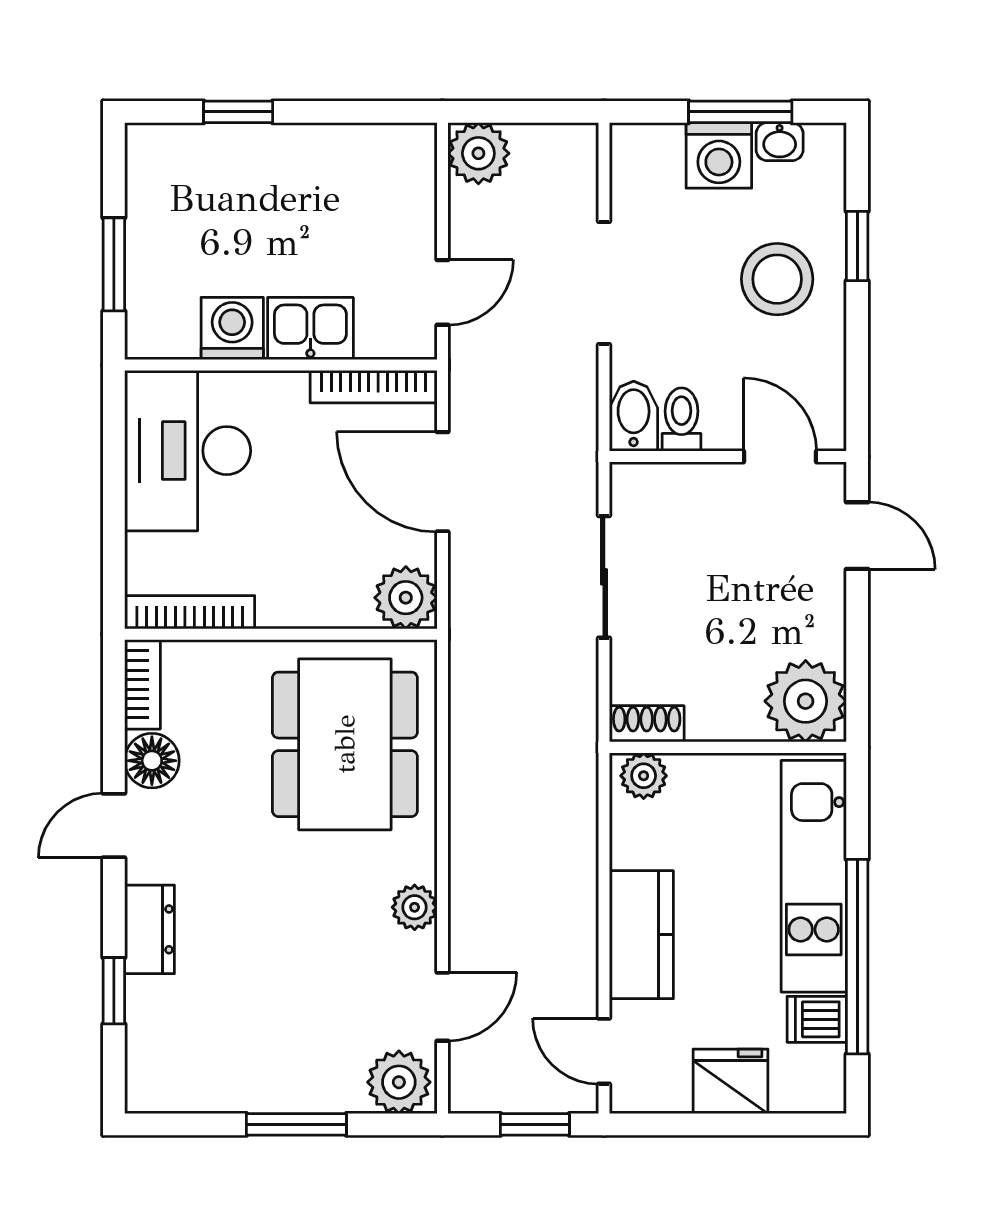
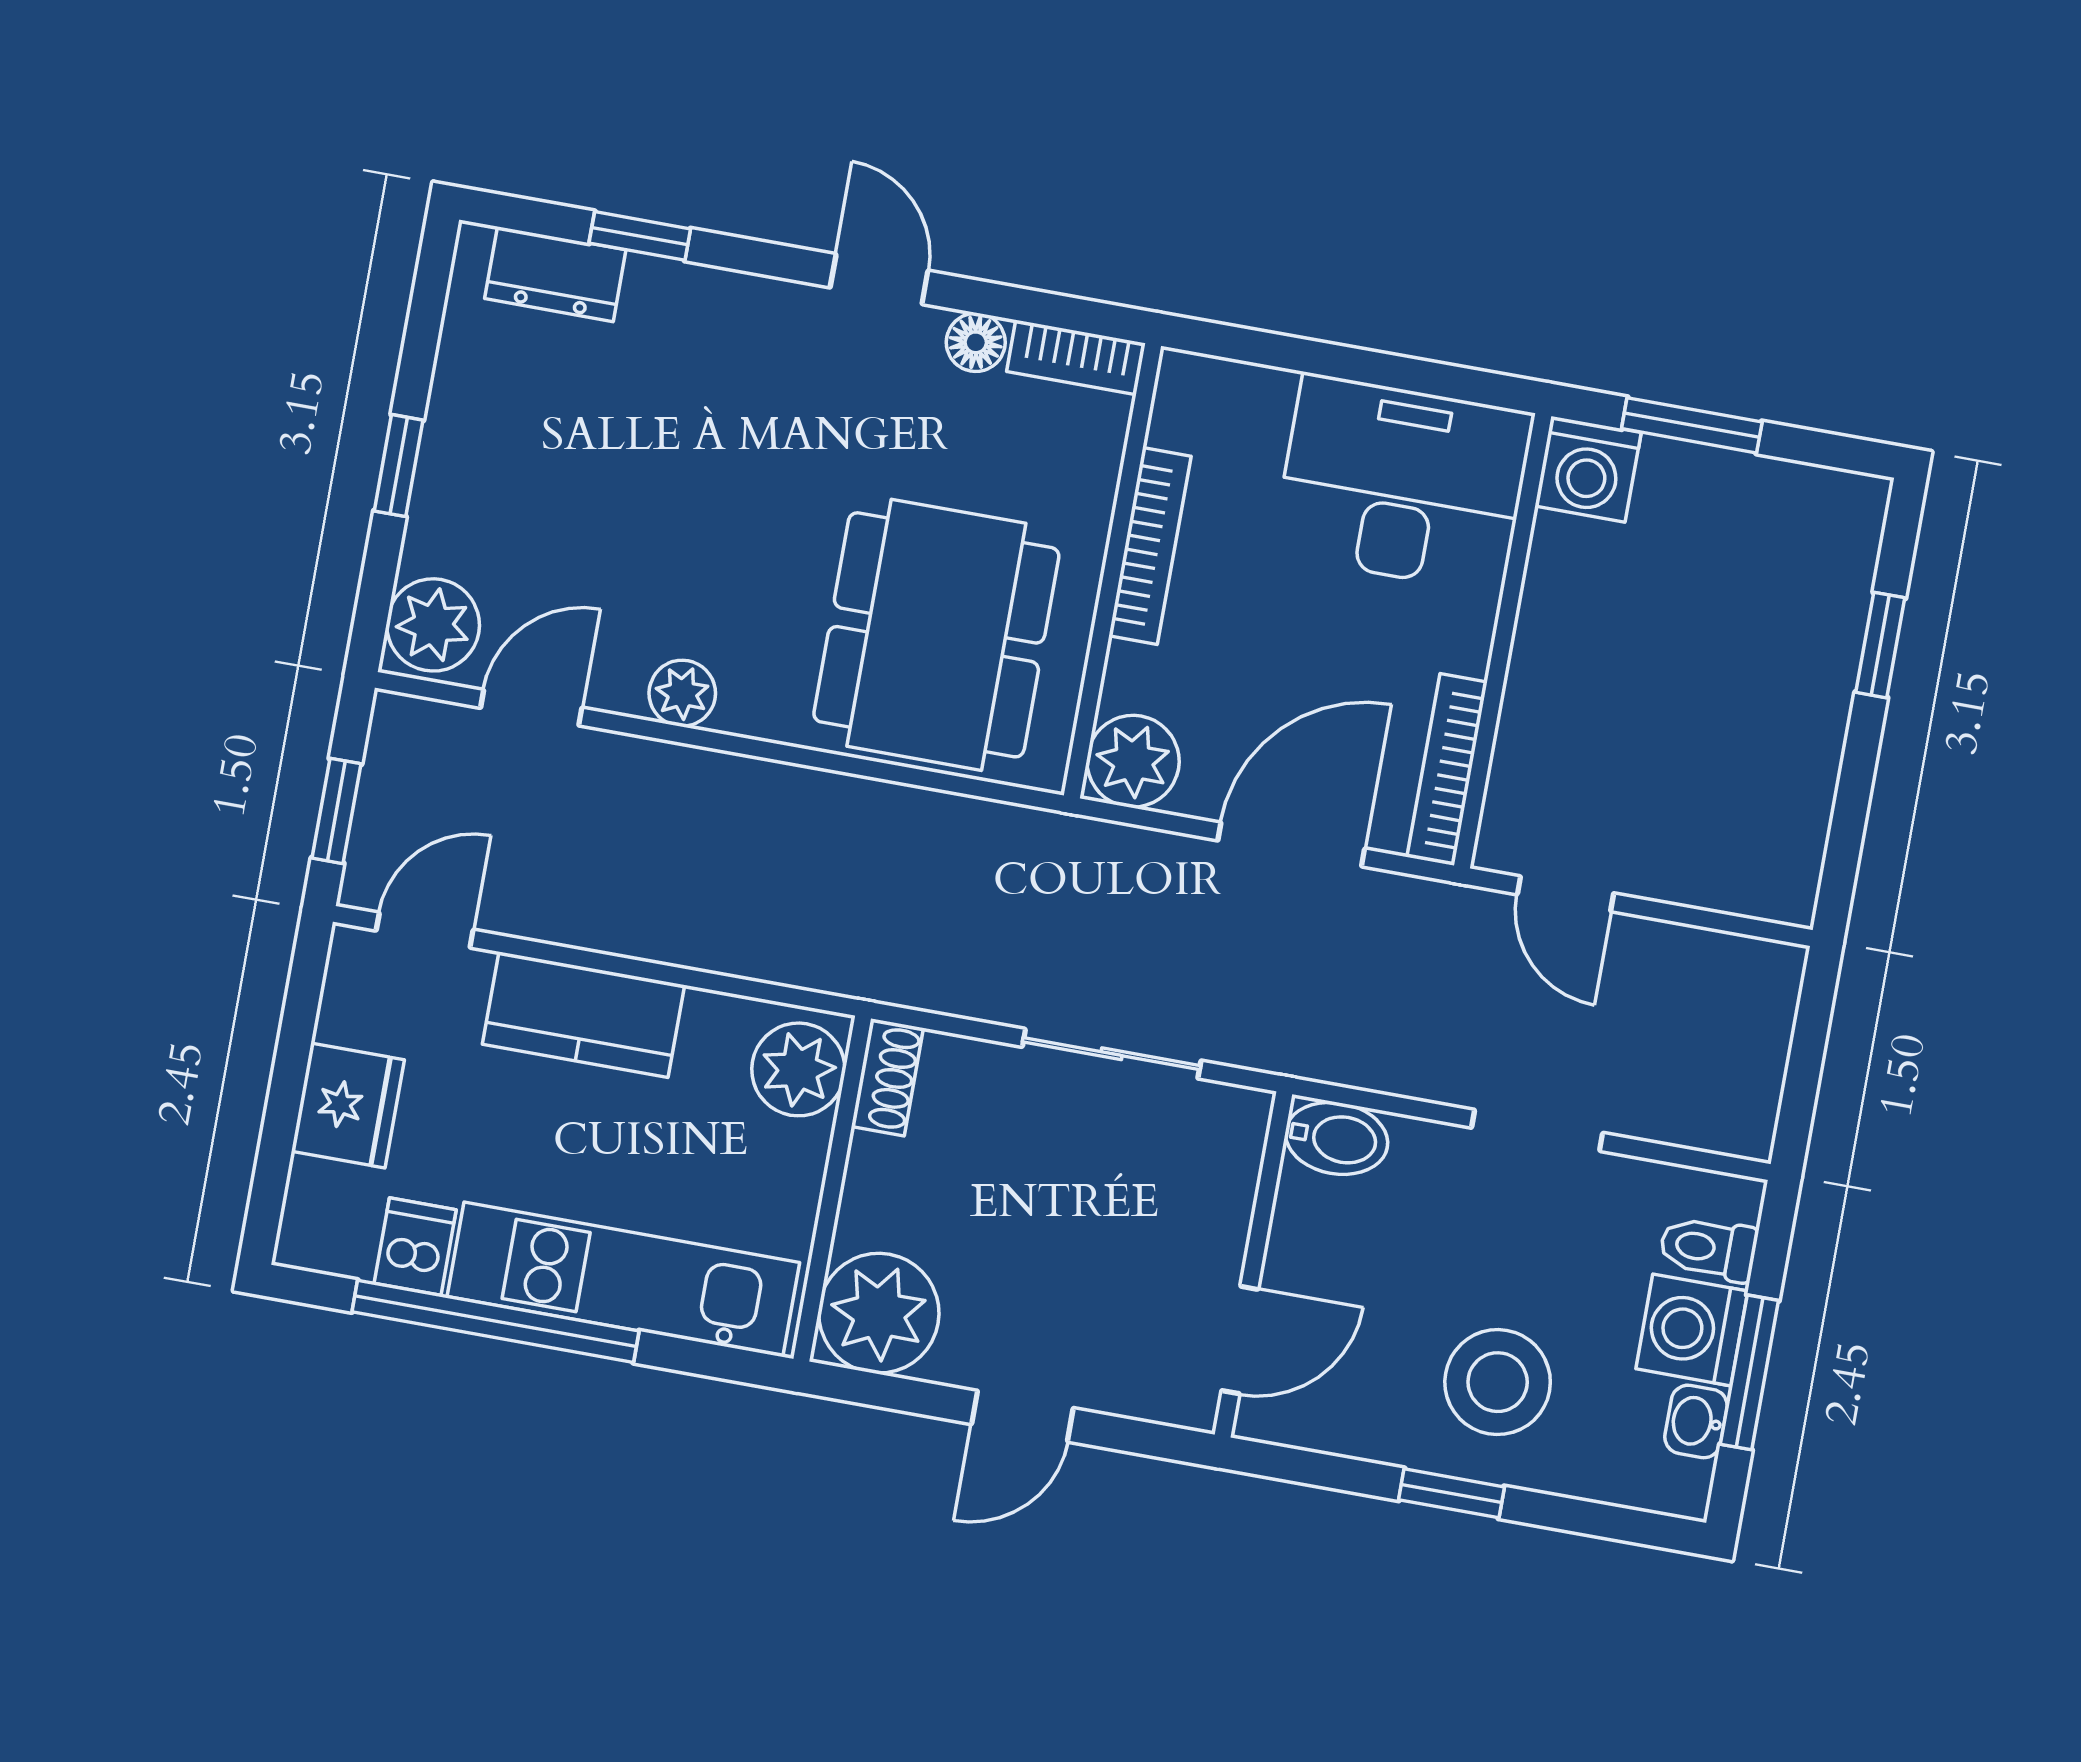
plant: (478, 153) -> (1758, 982), removed
window: (857, 246) -> (1451, 1493), moved
doorway: (604, 283) -> (1537, 1130), width x0.73
washing machine: (232, 328) -> (1588, 469), moved, turned 90
kitchen sink: (310, 329) -> (1548, 693), removed
toilet: (681, 419) -> (1708, 1248), moved, turned 180
door: (857, 536) -> (1022, 1416), moved
bookcase: (190, 612) -> (1150, 546), moved
dining table: (345, 744) -> (936, 635), turned 90
floor lamp: (152, 761) -> (976, 342), width x0.73, depth x0.73
plant: (644, 776) -> (798, 1069), width x1.38, depth x1.38
dresser: (150, 929) -> (555, 274), moved
door: (442, 1007) -> (531, 708), swing flipped
window: (296, 1124) -> (399, 466), width x0.67

